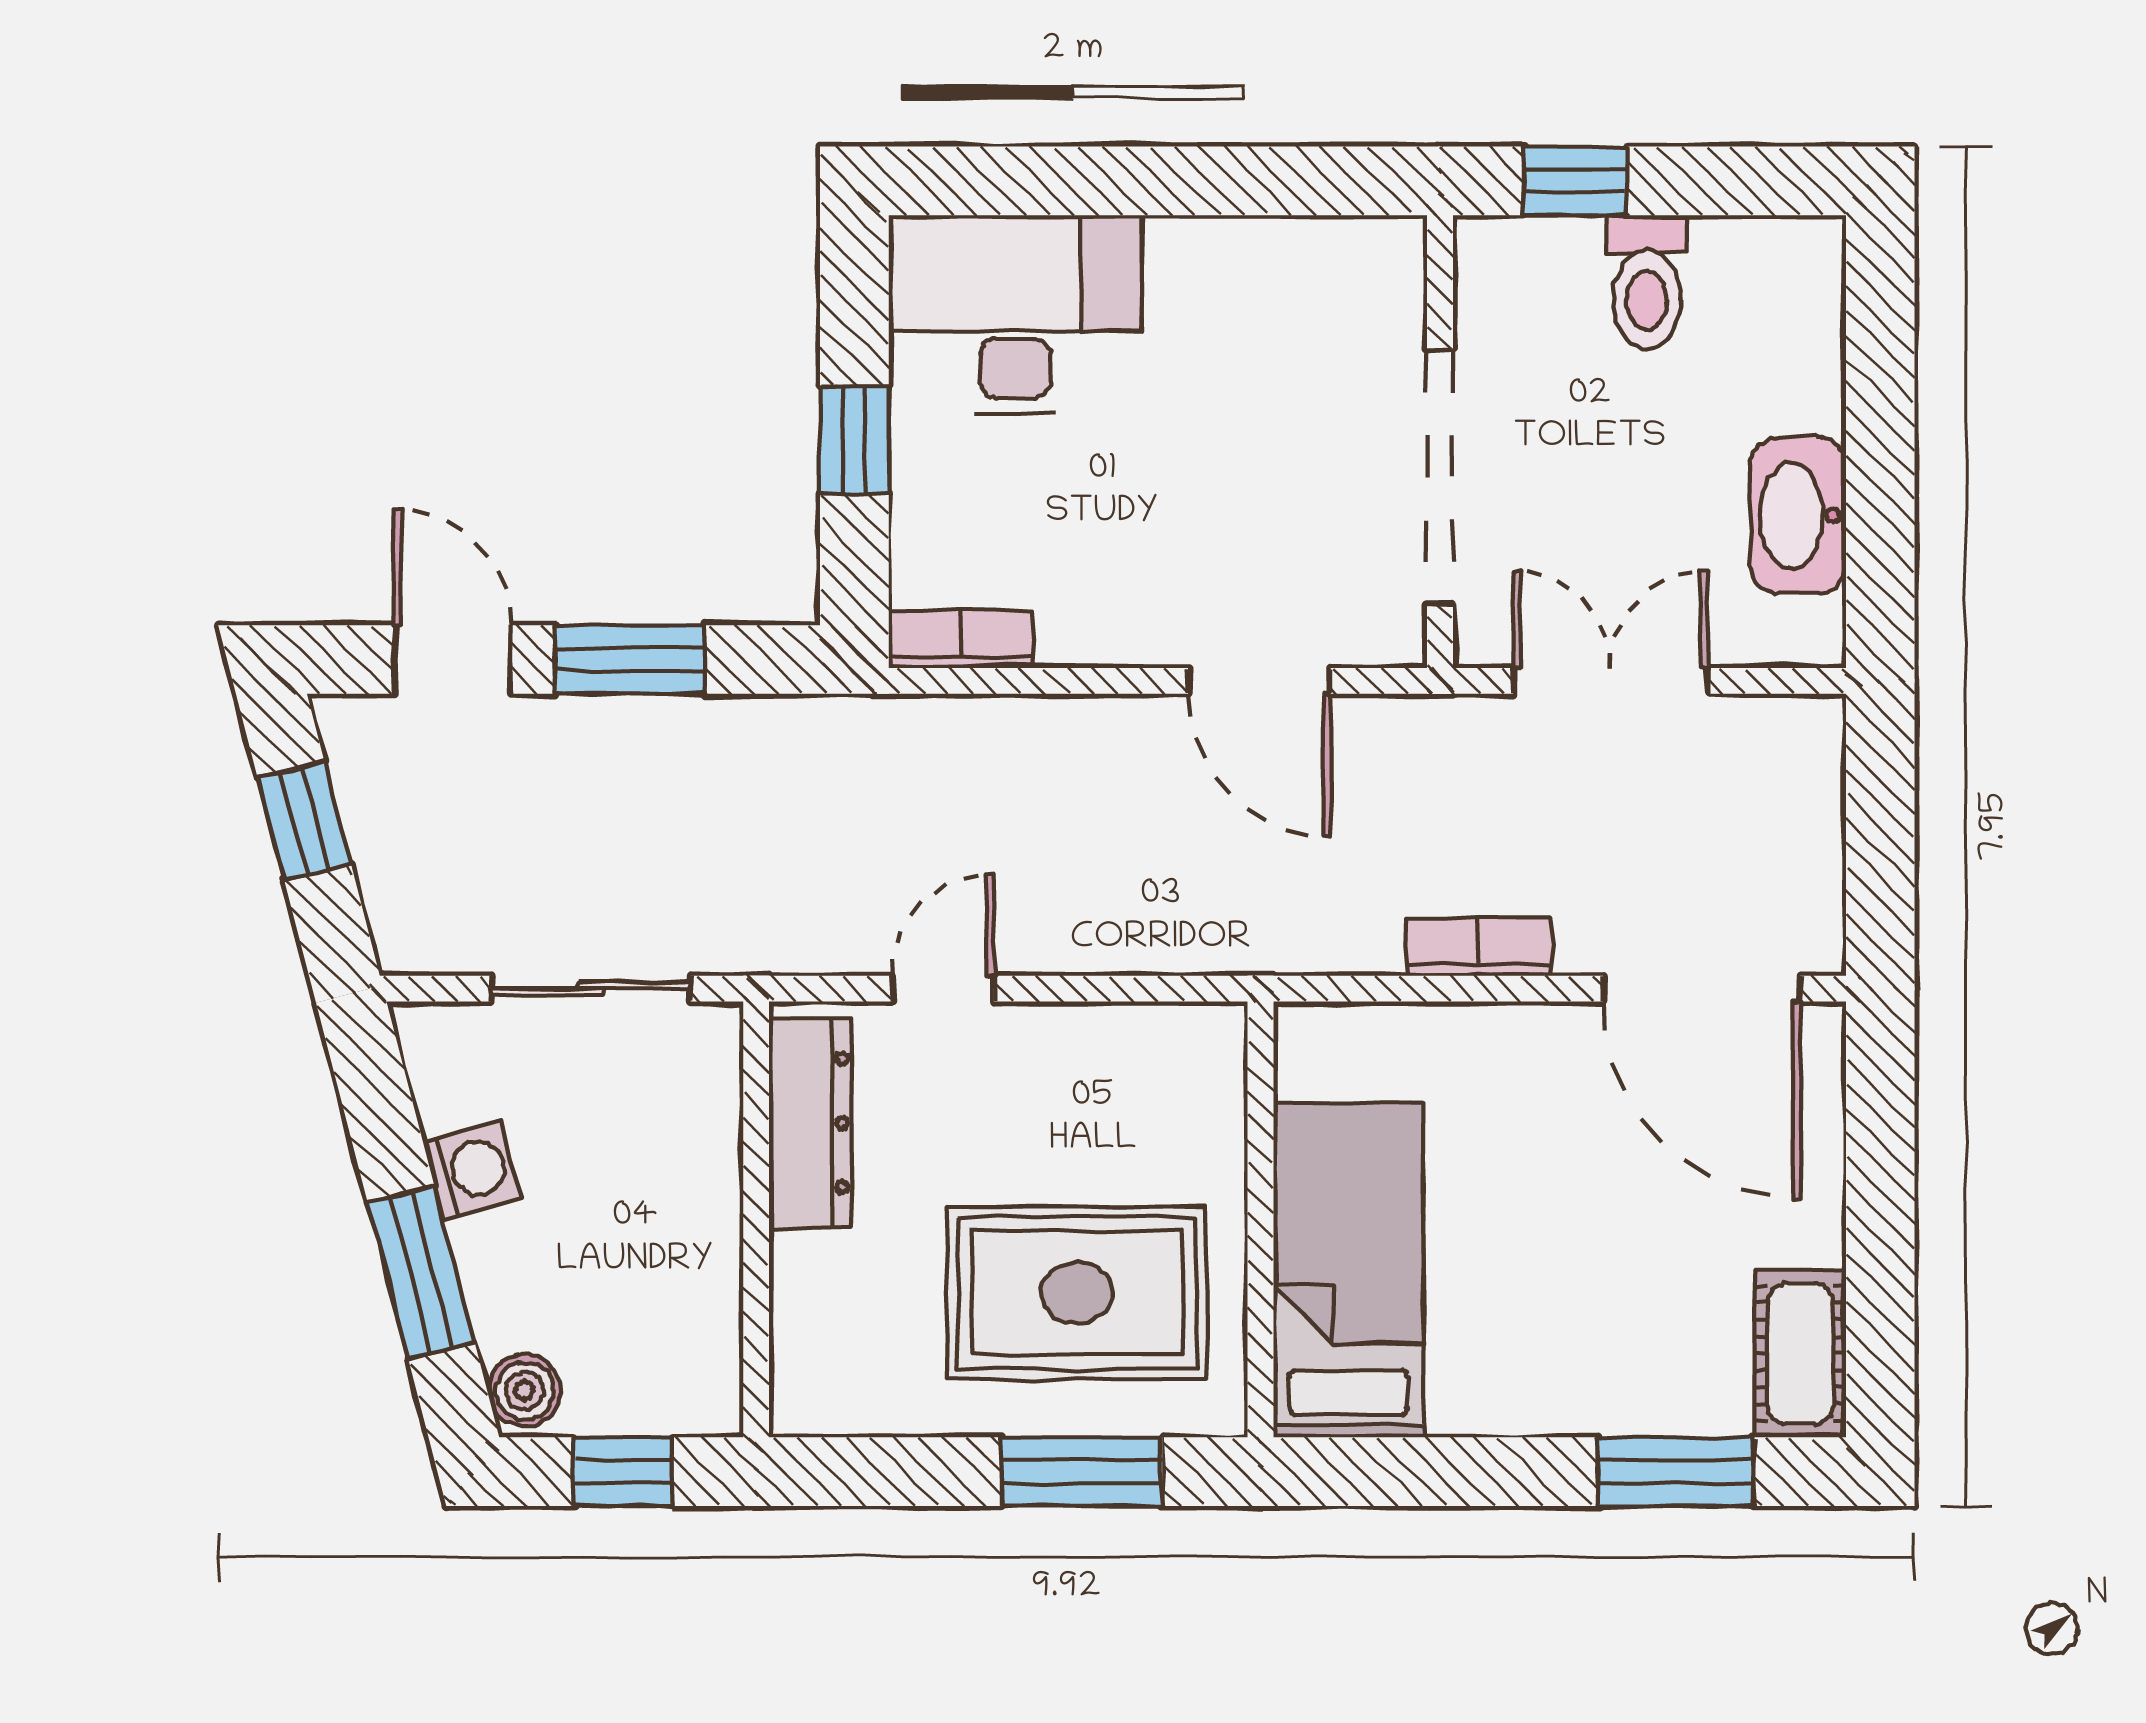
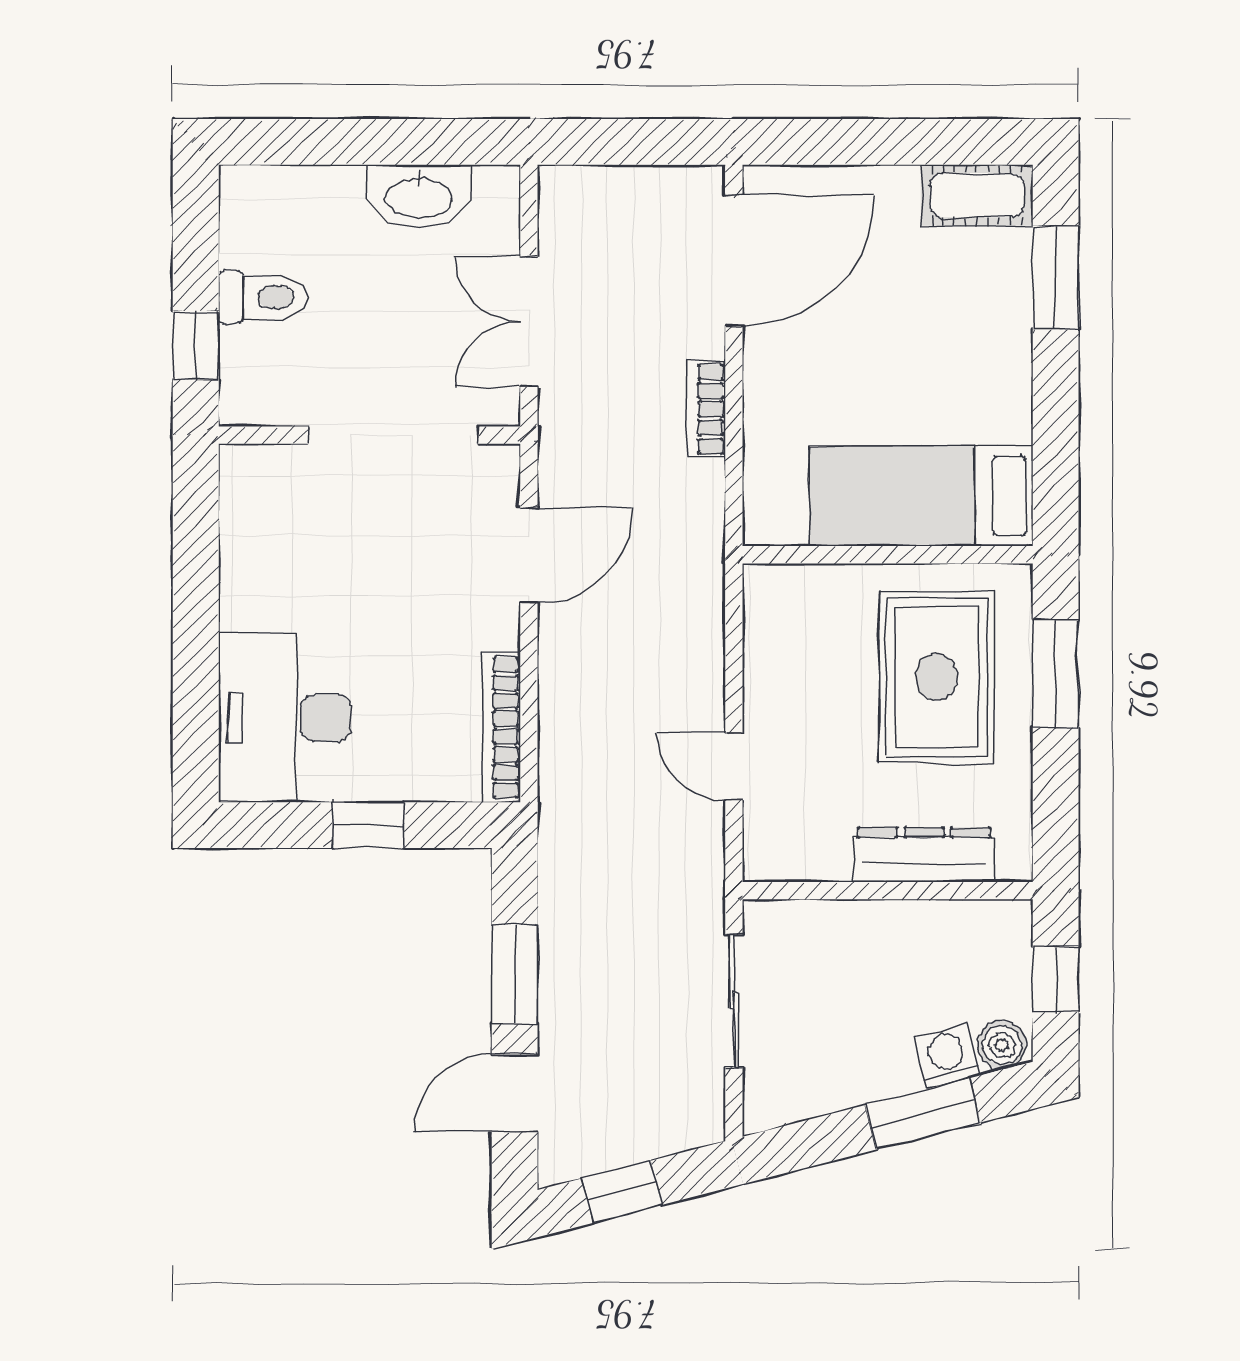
bookcase: (960, 639) -> (501, 728), width x1.56
dresser: (810, 1123) -> (924, 855), moved
washing machine: (472, 1170) -> (947, 1056), moved

